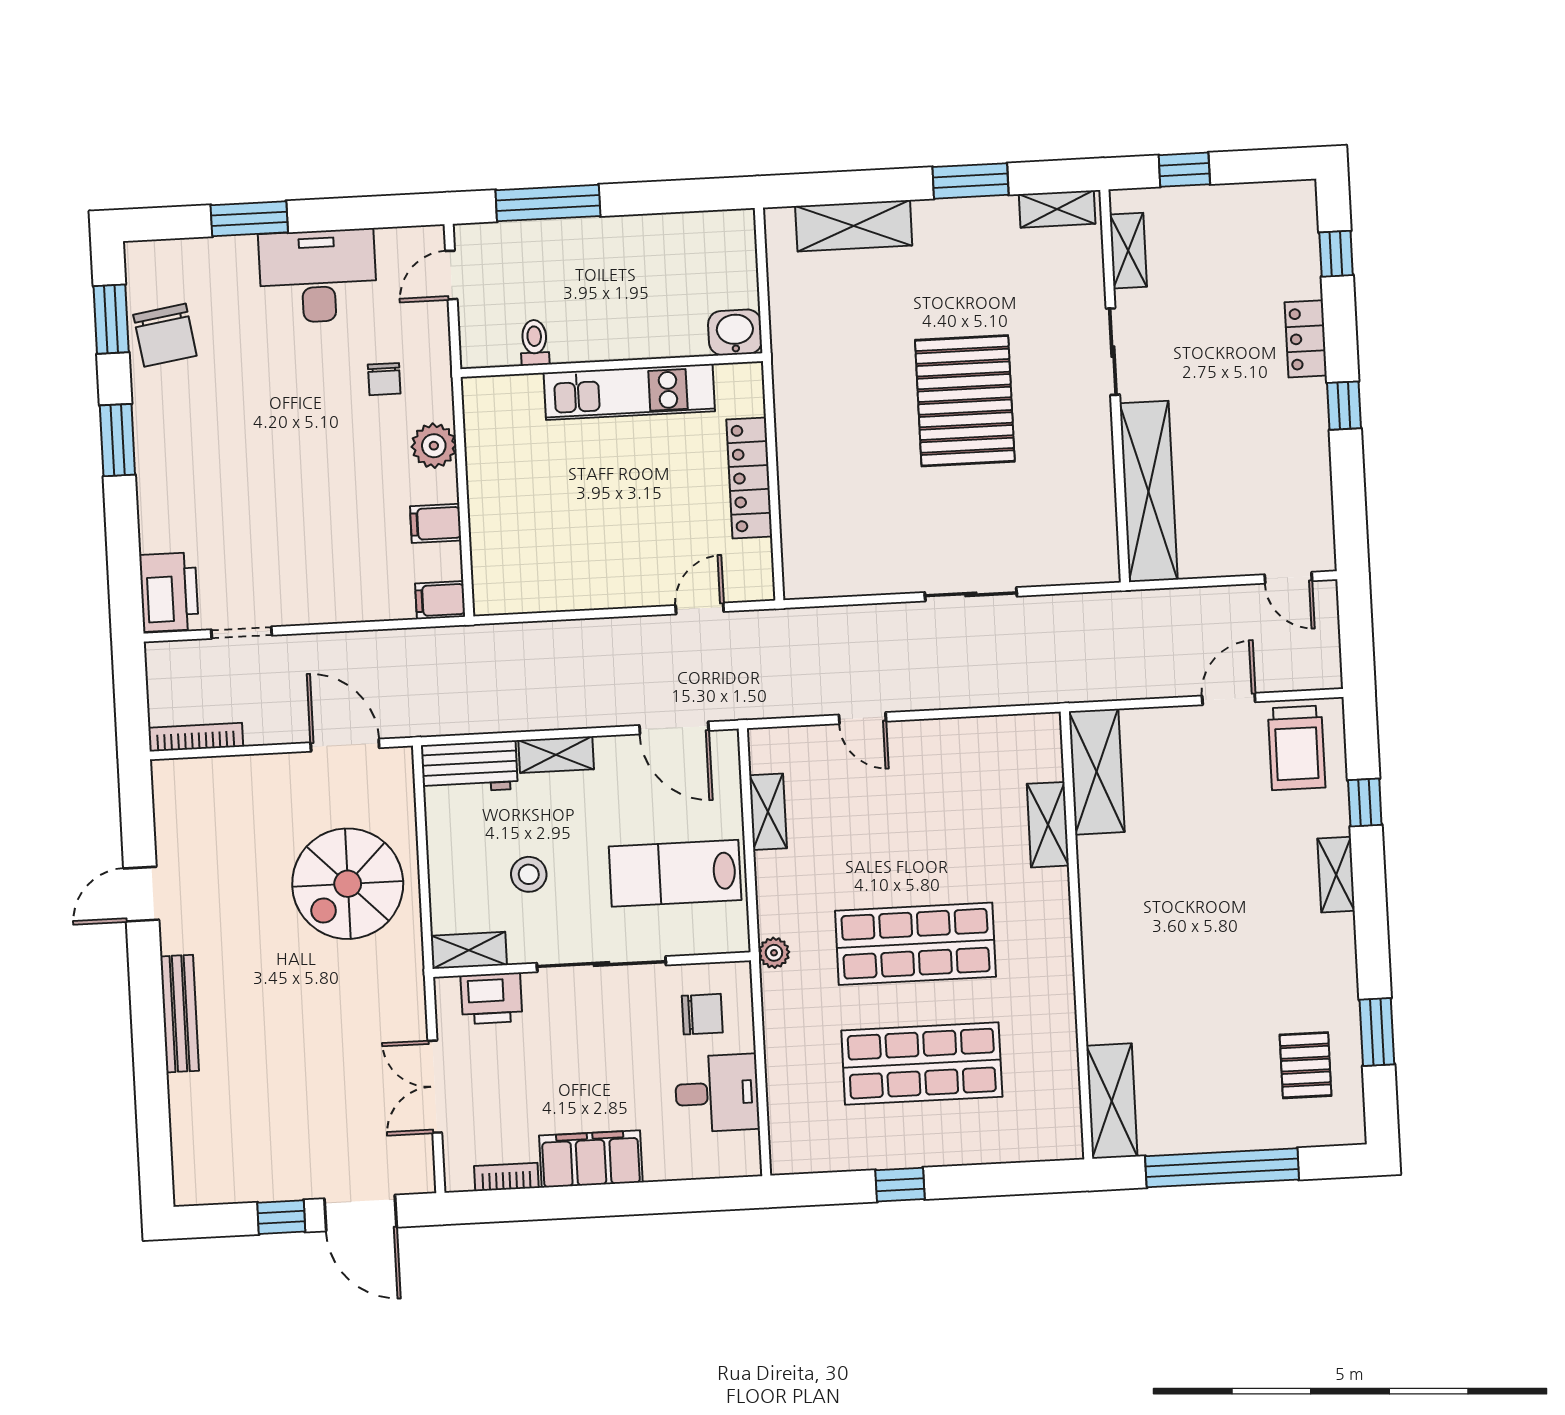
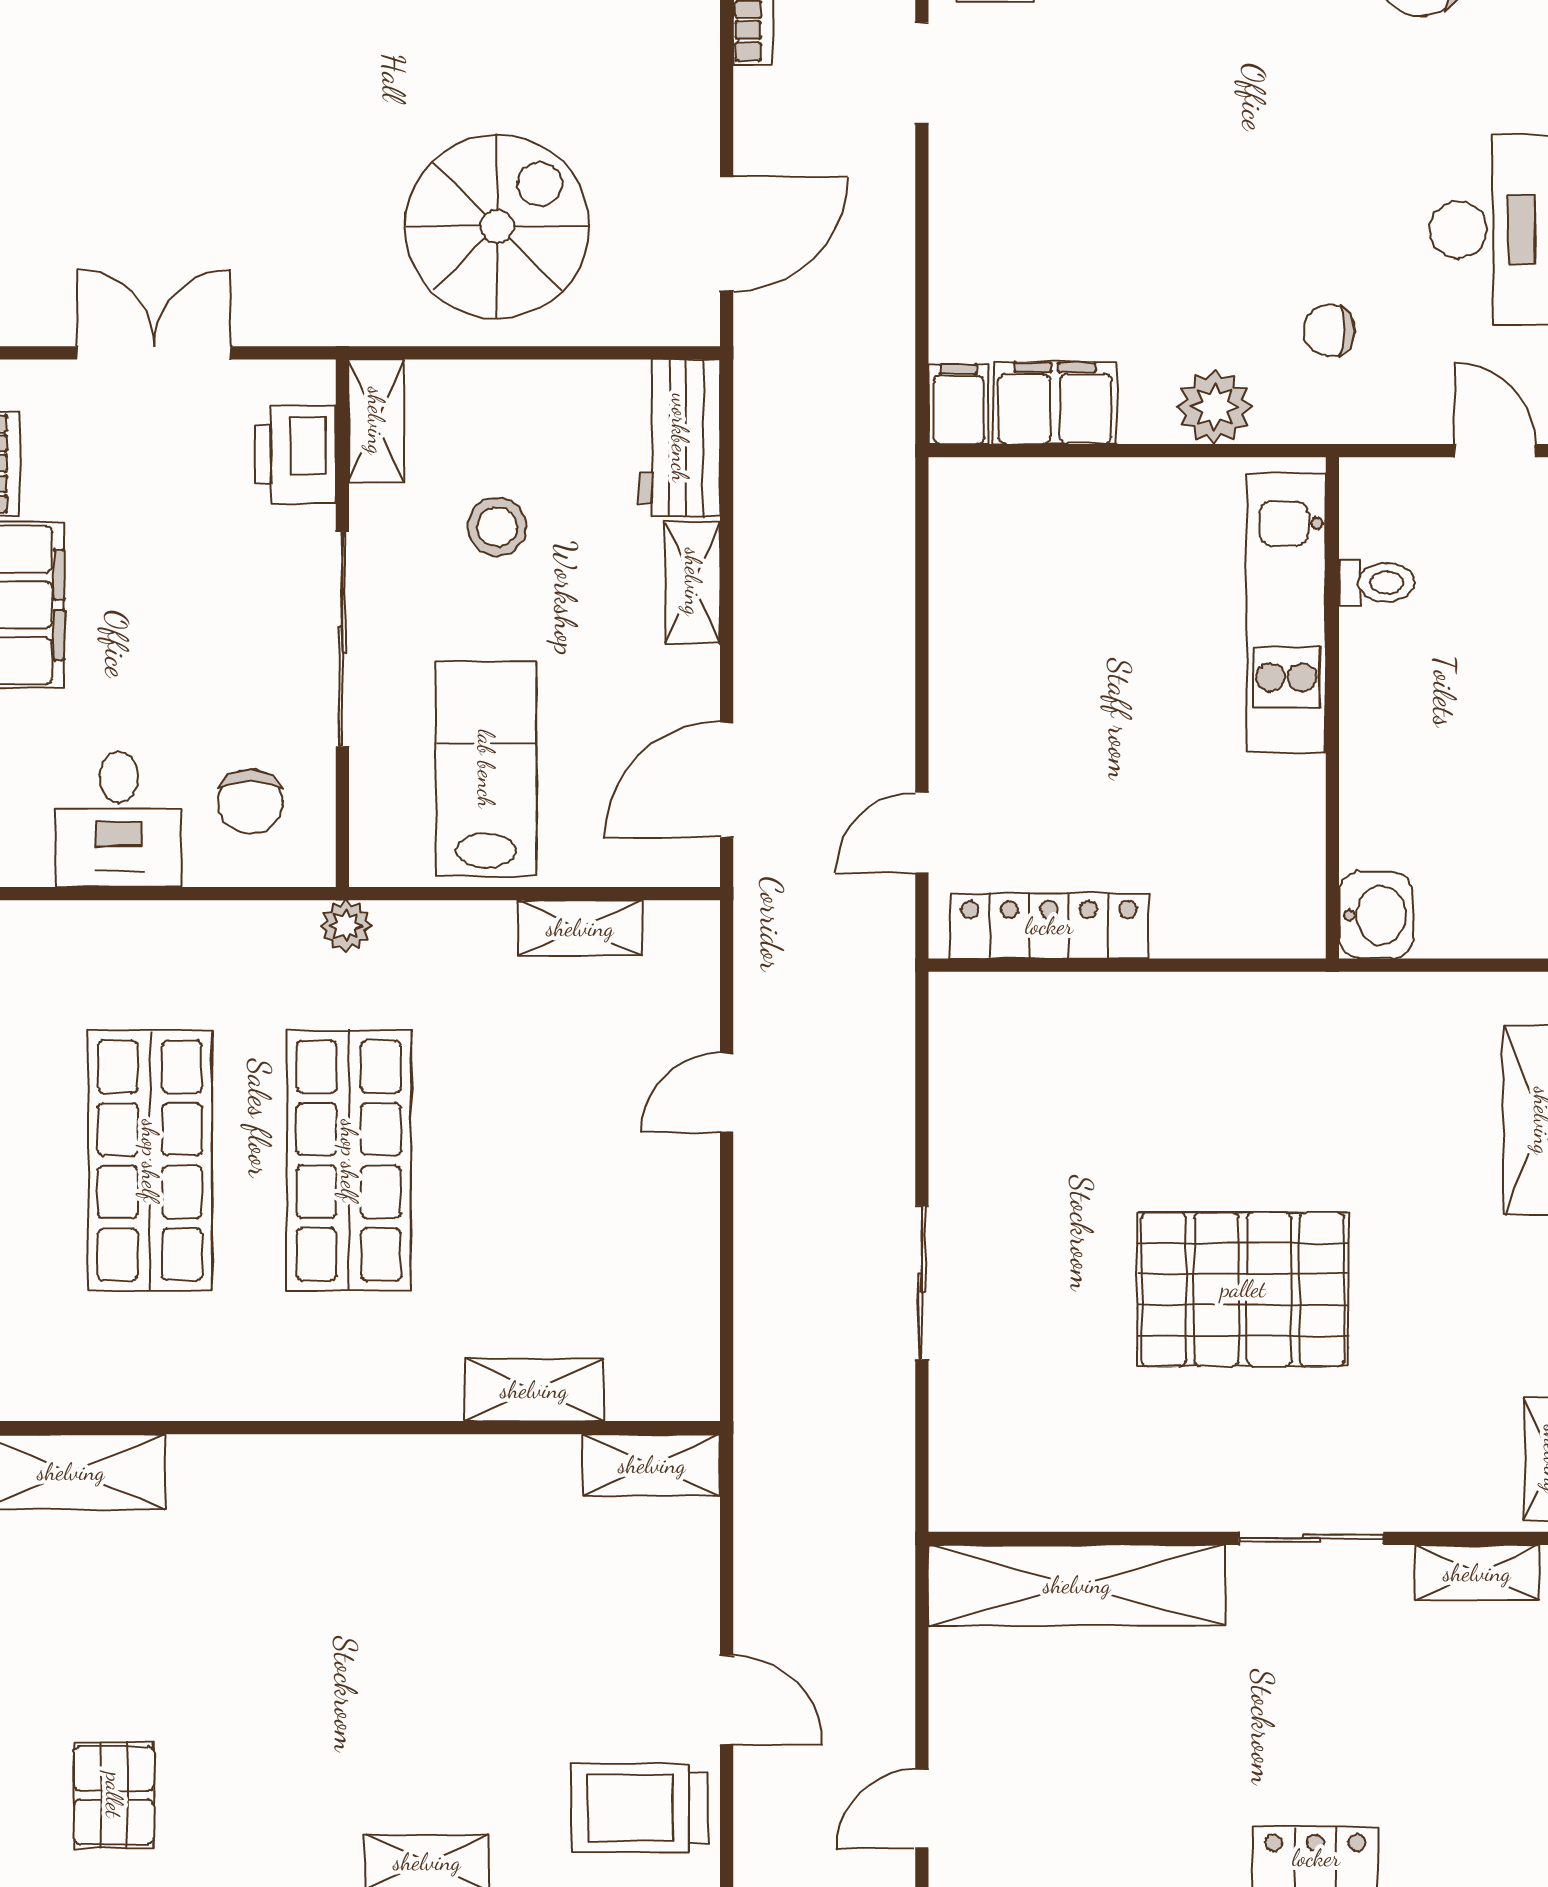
kitchen unit: (629, 392) -> (1286, 613), moved
locker: (749, 478) -> (1049, 926), moved
filing cabinet: (436, 523) -> (1055, 403), width x2.00
door: (700, 609) -> (922, 833), swing flipped
shelving: (1097, 772) -> (652, 1465), width x0.67, depth x0.75
spiral stairs: (348, 884) -> (497, 226), turned 90
pallet: (1306, 1065) -> (114, 1795), turned 90

